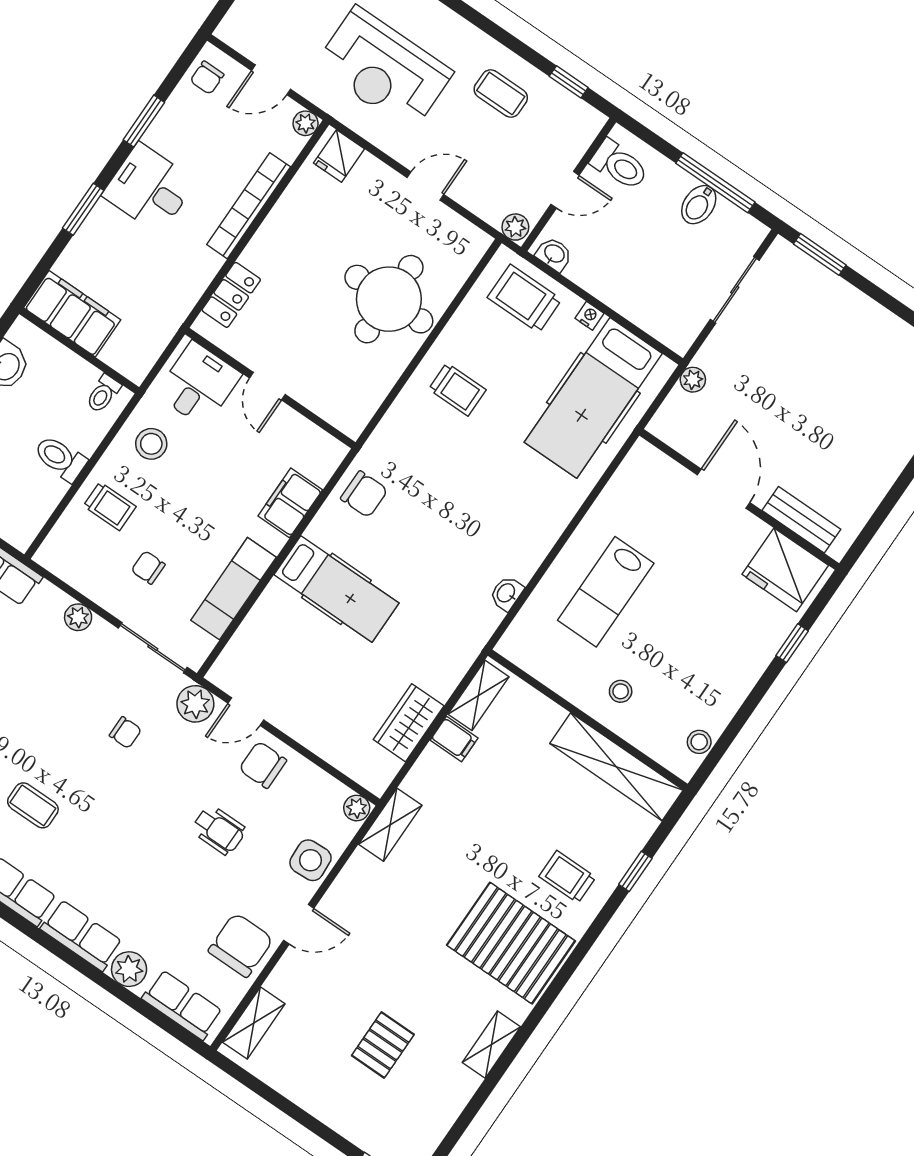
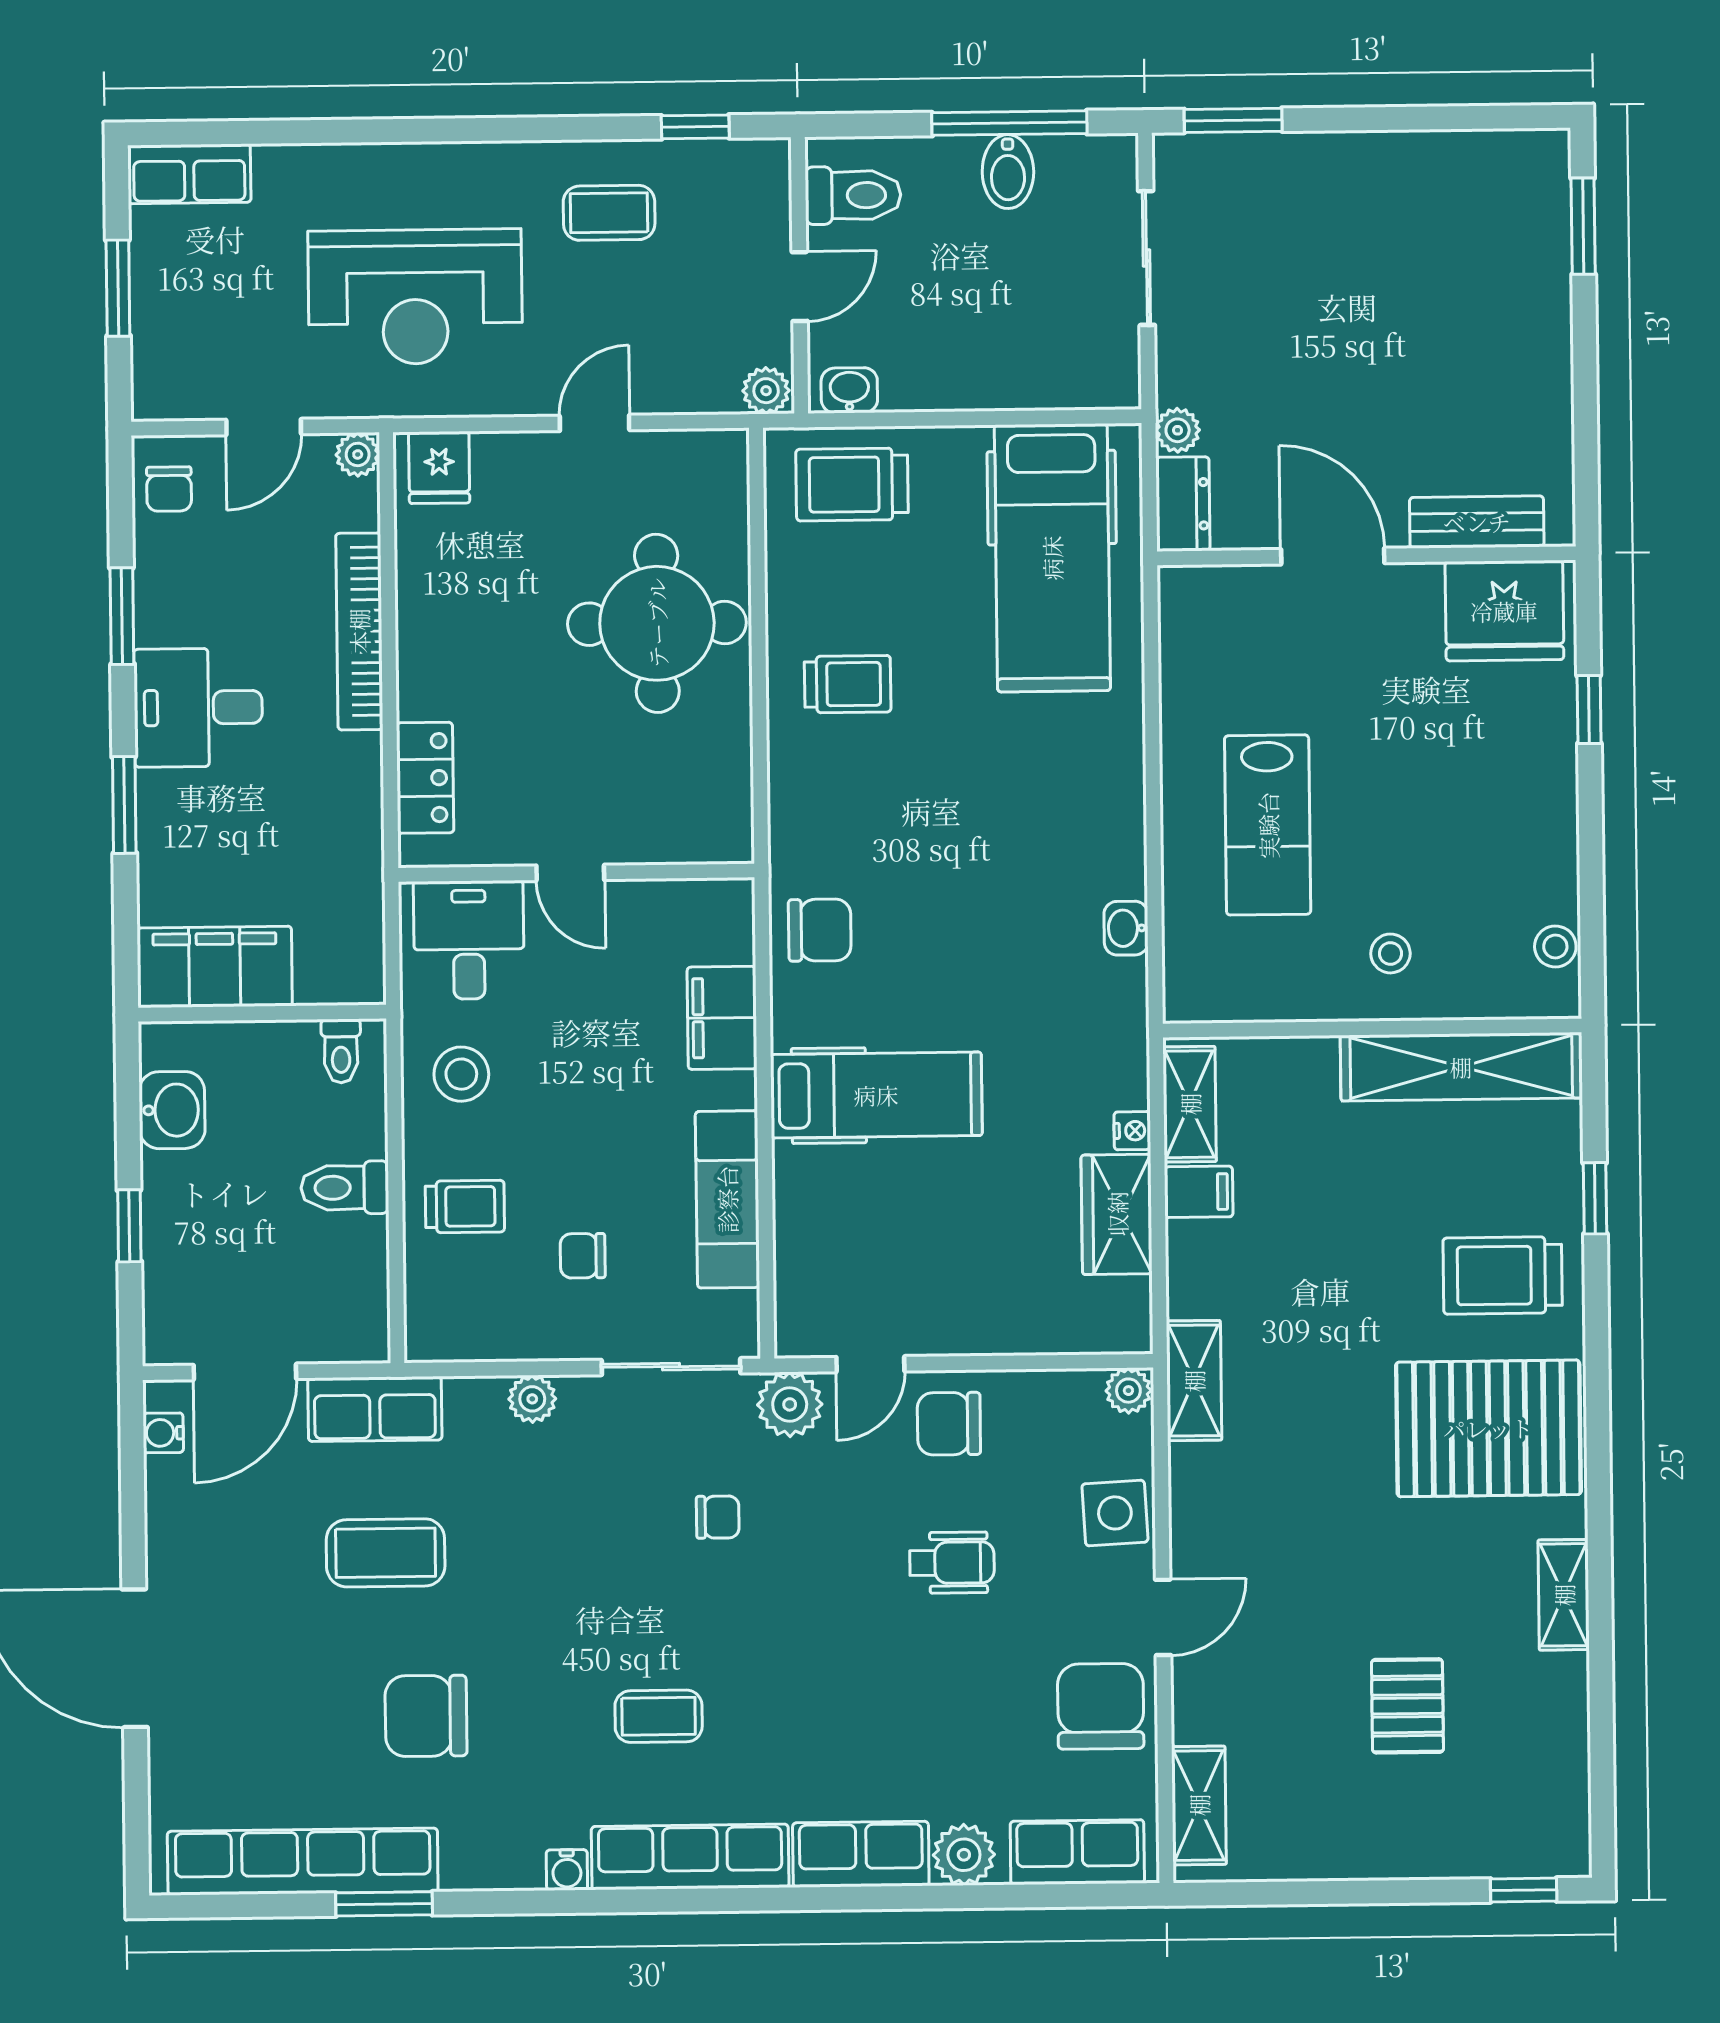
nightstand: (589, 316) -> (1132, 1131), moved, turned 90
dresser: (671, 416) -> (1183, 504), added
trolley: (567, 877) -> (1503, 1275), width x1.36, depth x1.39

